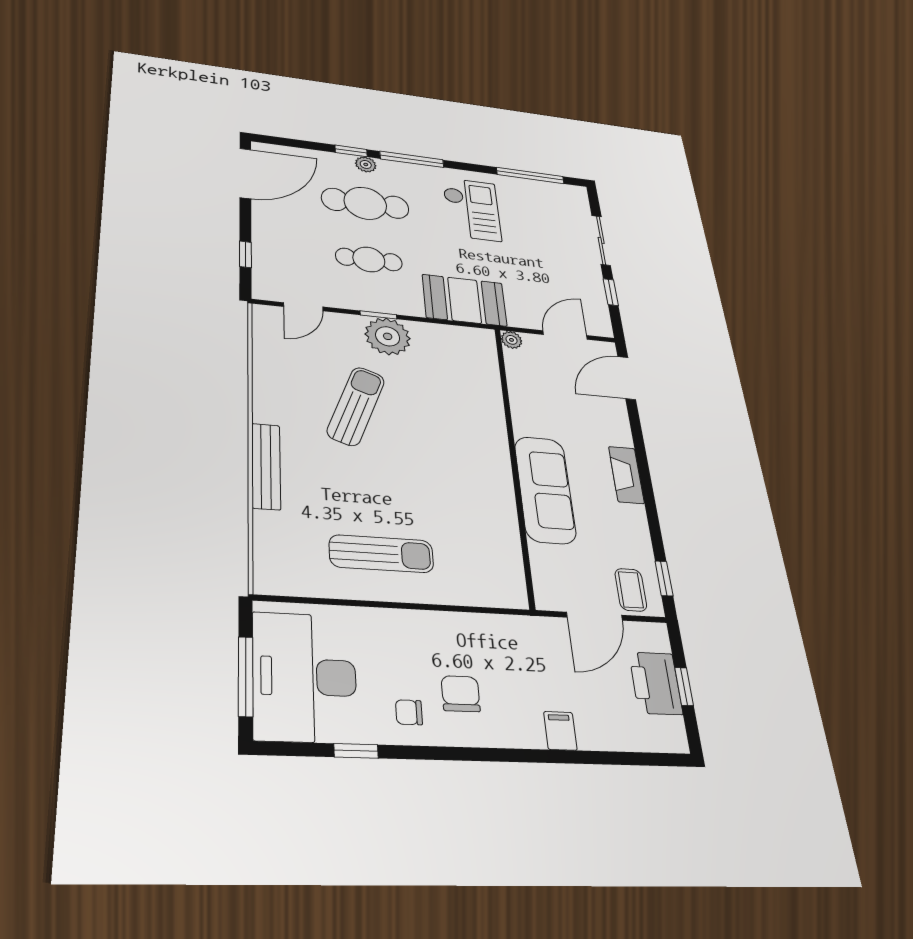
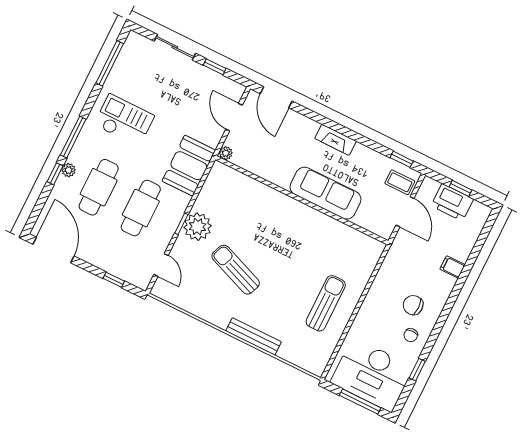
cafe table: (369, 259) -> (141, 208), width x1.37, depth x1.35

